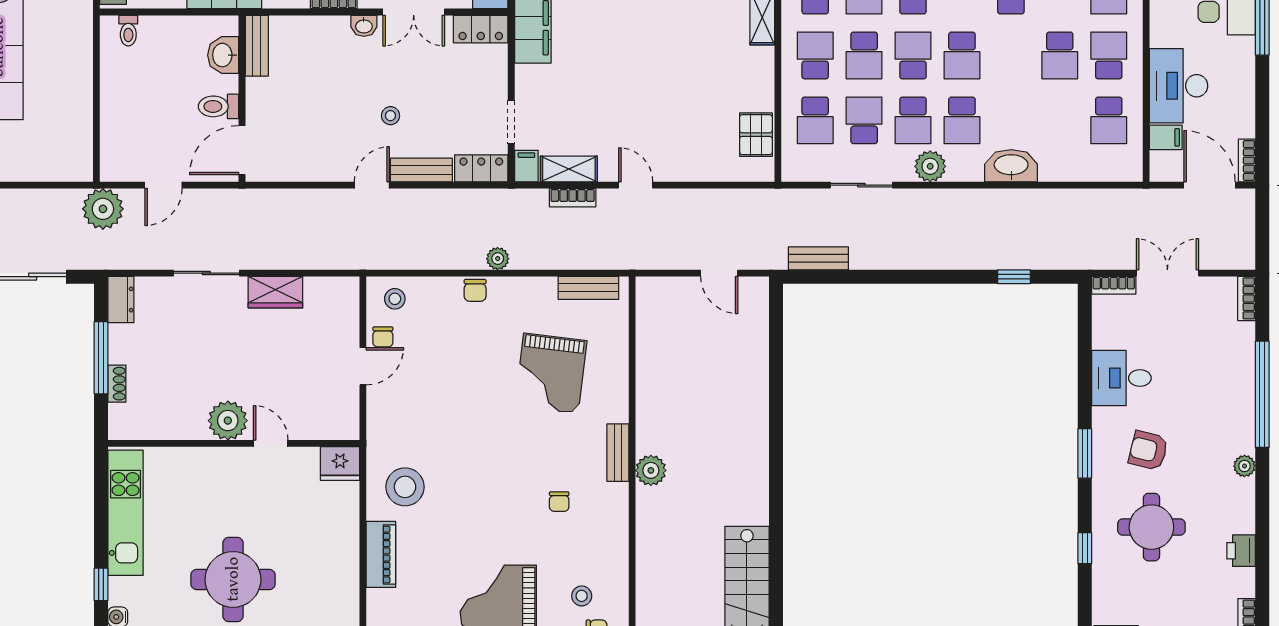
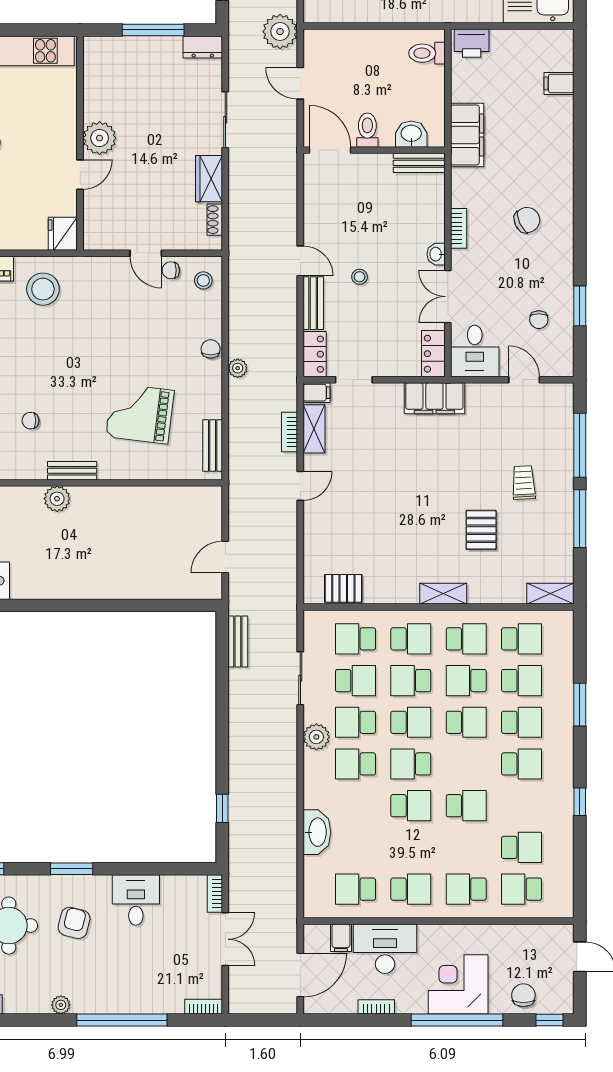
toilet: (128, 31) -> (427, 53), width x1.37, depth x1.39
school desk: (1060, 55) -> (411, 806), moved, turned 180
bookcase: (1247, 160) -> (376, 1007), moved
washbasin: (1011, 166) -> (317, 832), moved
chair: (475, 290) -> (211, 349), turned 90
shoe rack: (117, 384) -> (215, 220), moved, turned 90

